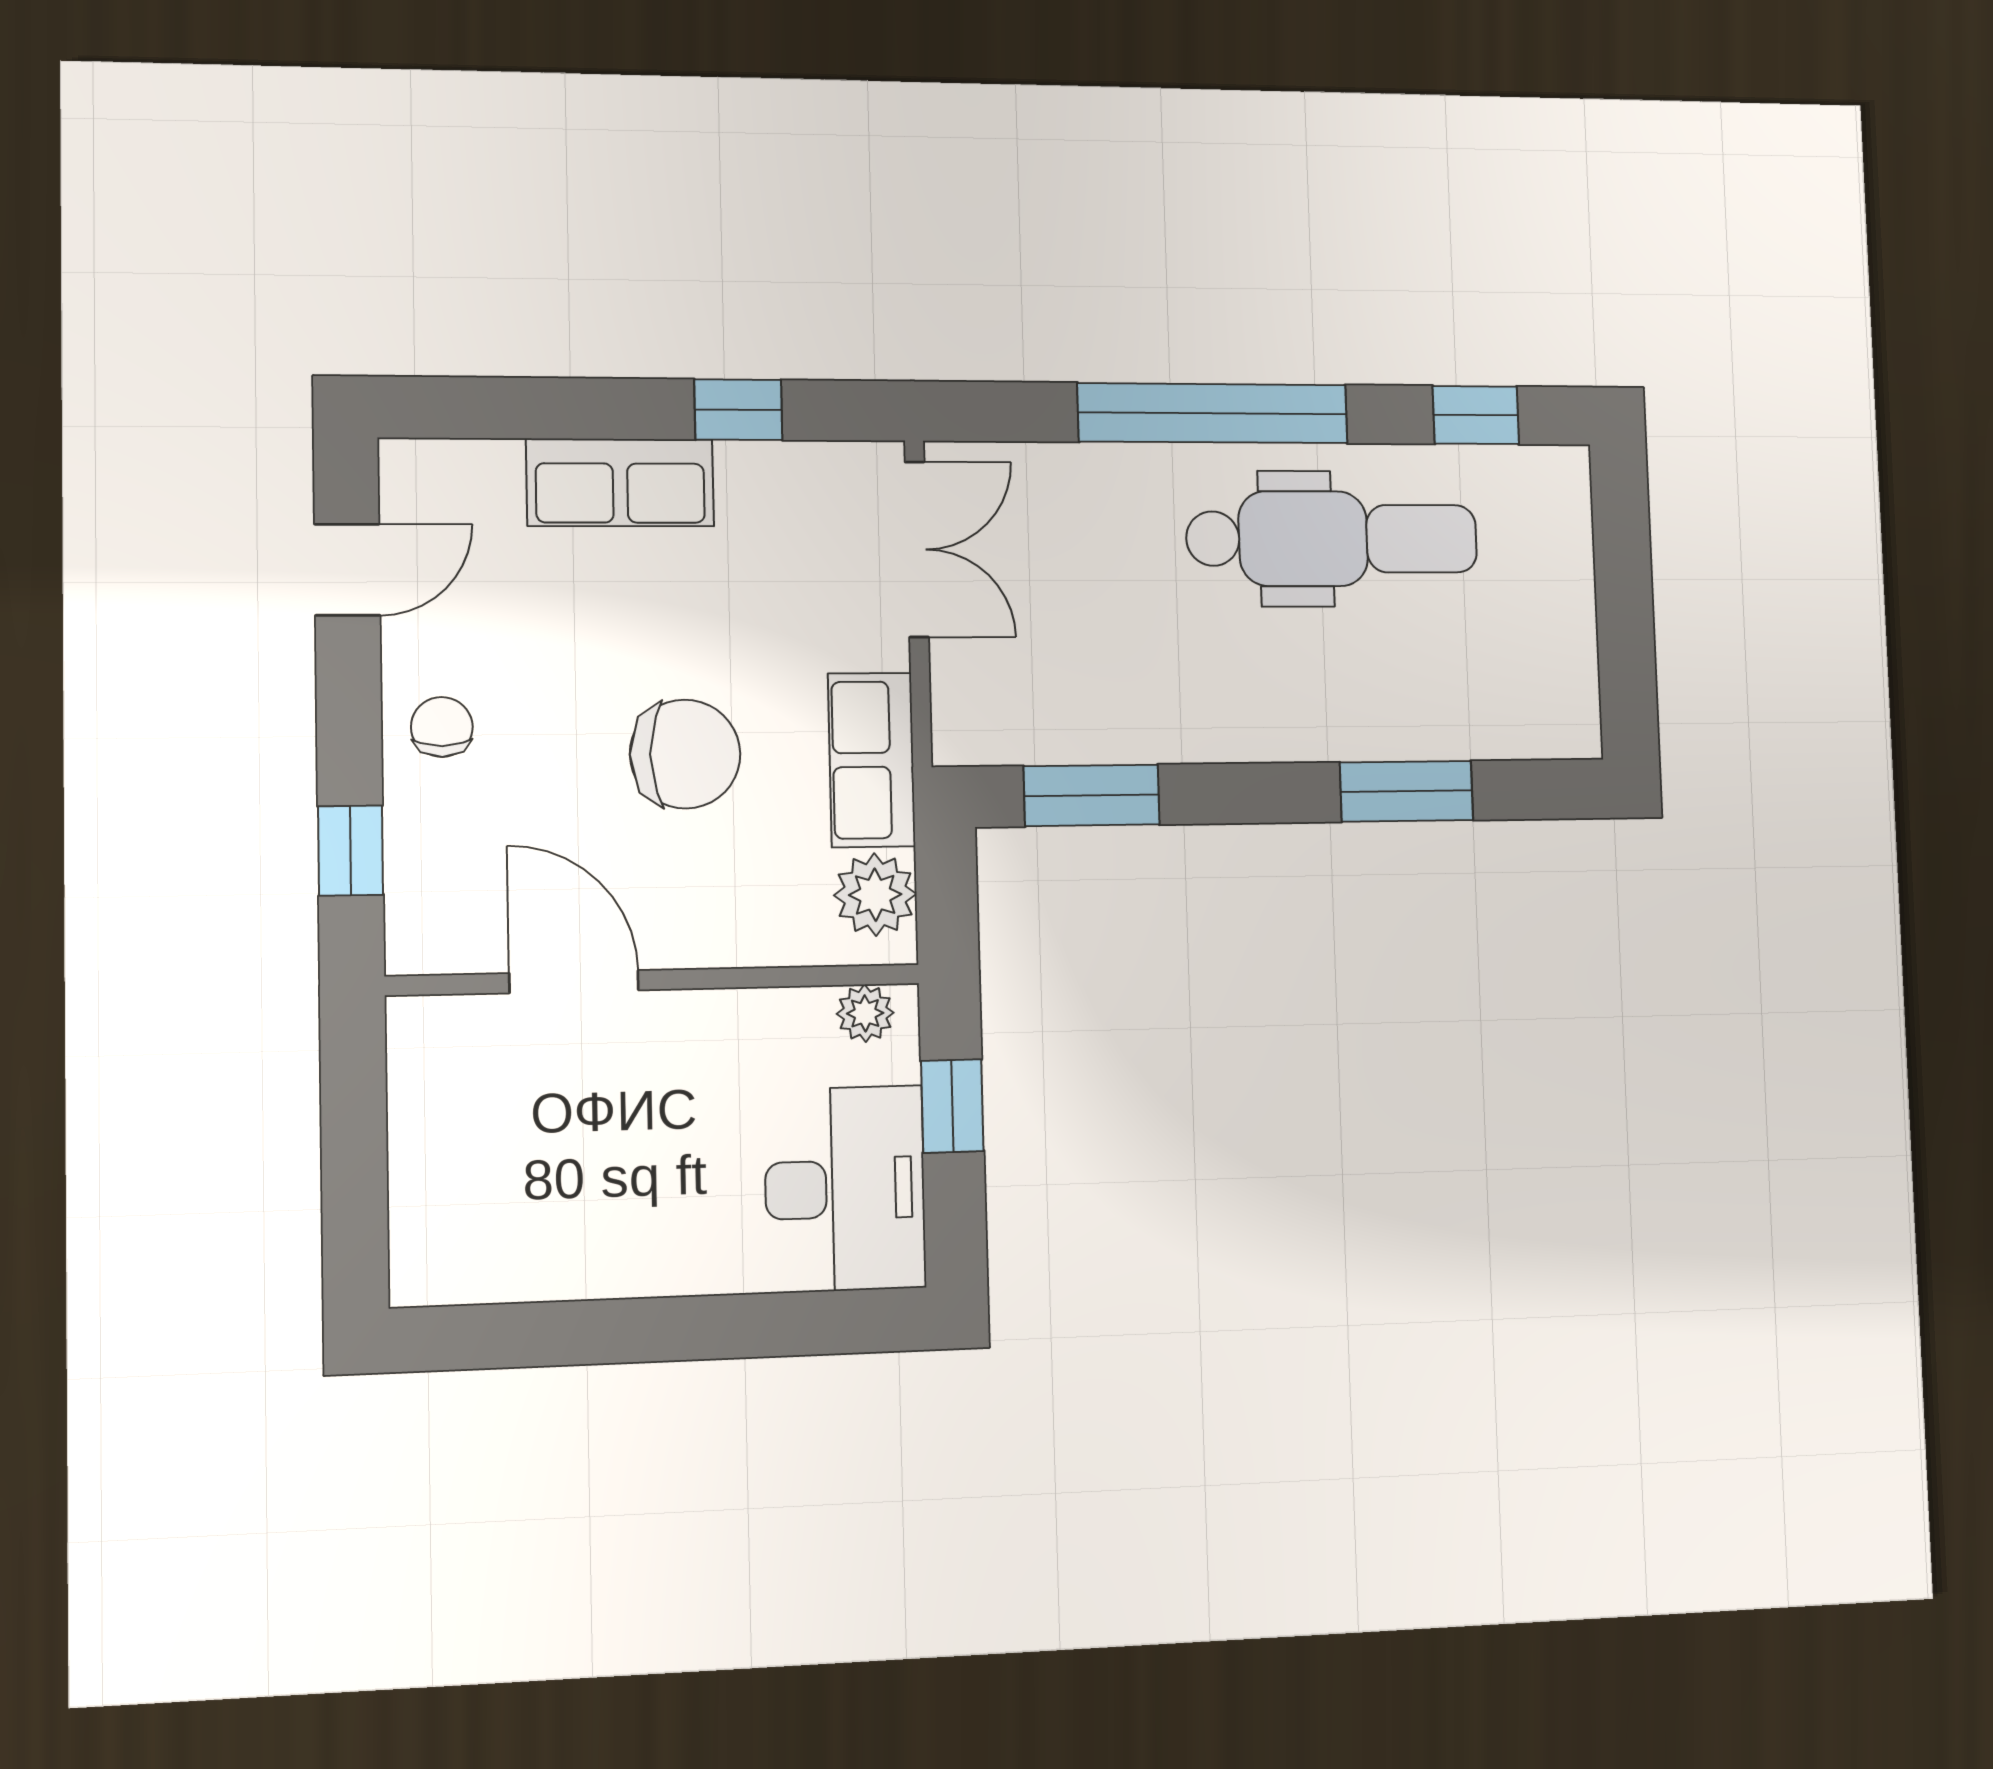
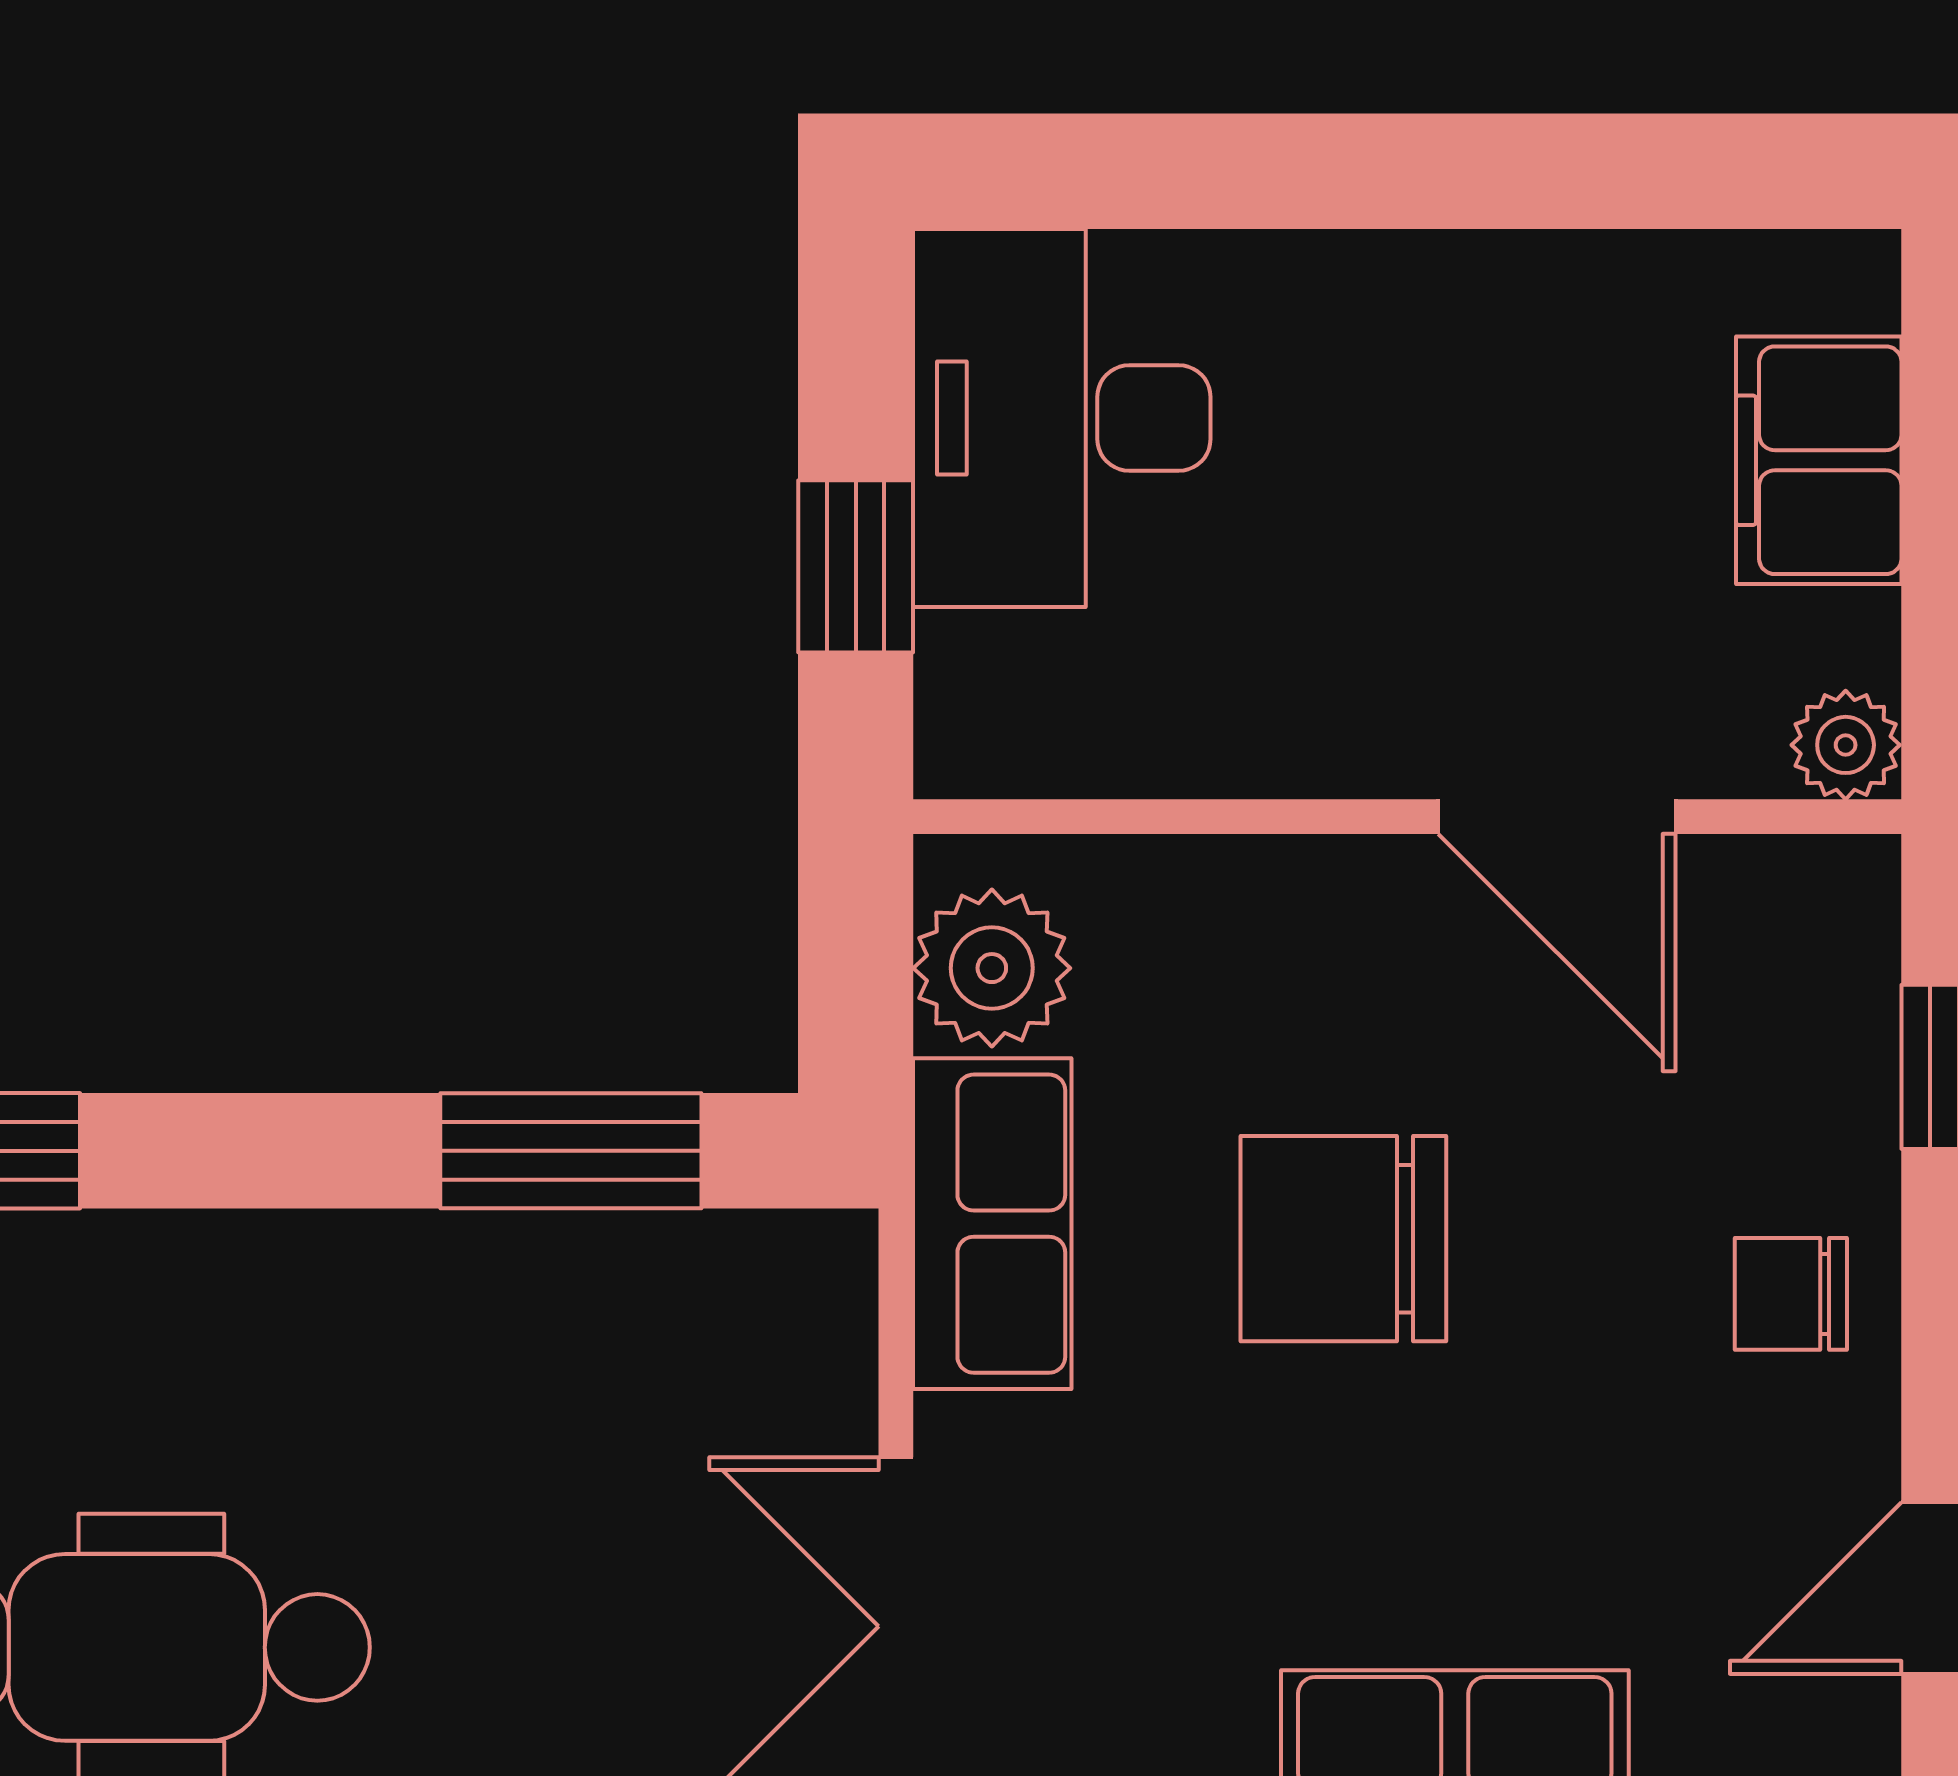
chair: (442, 727) -> (1791, 1294), turned 90
plant: (865, 1013) -> (1846, 745), moved
filing cabinet: (433, 1180) -> (1819, 460), added

